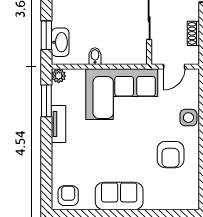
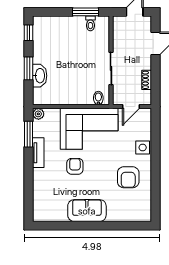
window: (46, 35) -> (29, 68), moved
washbasin: (60, 42) -> (40, 76), moved
bidet: (95, 56) -> (98, 98), moved
armchair: (68, 196) -> (75, 166), moved

